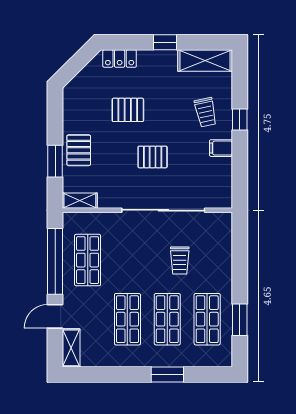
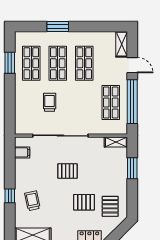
filing cabinet: (221, 148) -> (22, 152), moved
pallet: (79, 150) -> (110, 206), moved
door: (55, 316) -> (132, 65), hinge flipped

